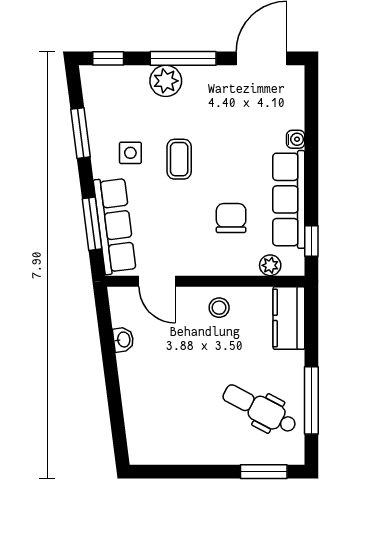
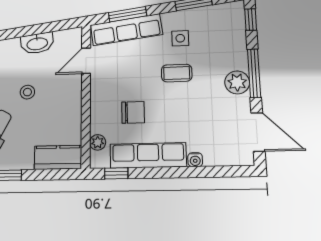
plant: (166, 81) -> (237, 82), moved
stool: (219, 308) -> (27, 92), moved
washbasin: (123, 340) -> (37, 43), width x1.91, depth x1.45

